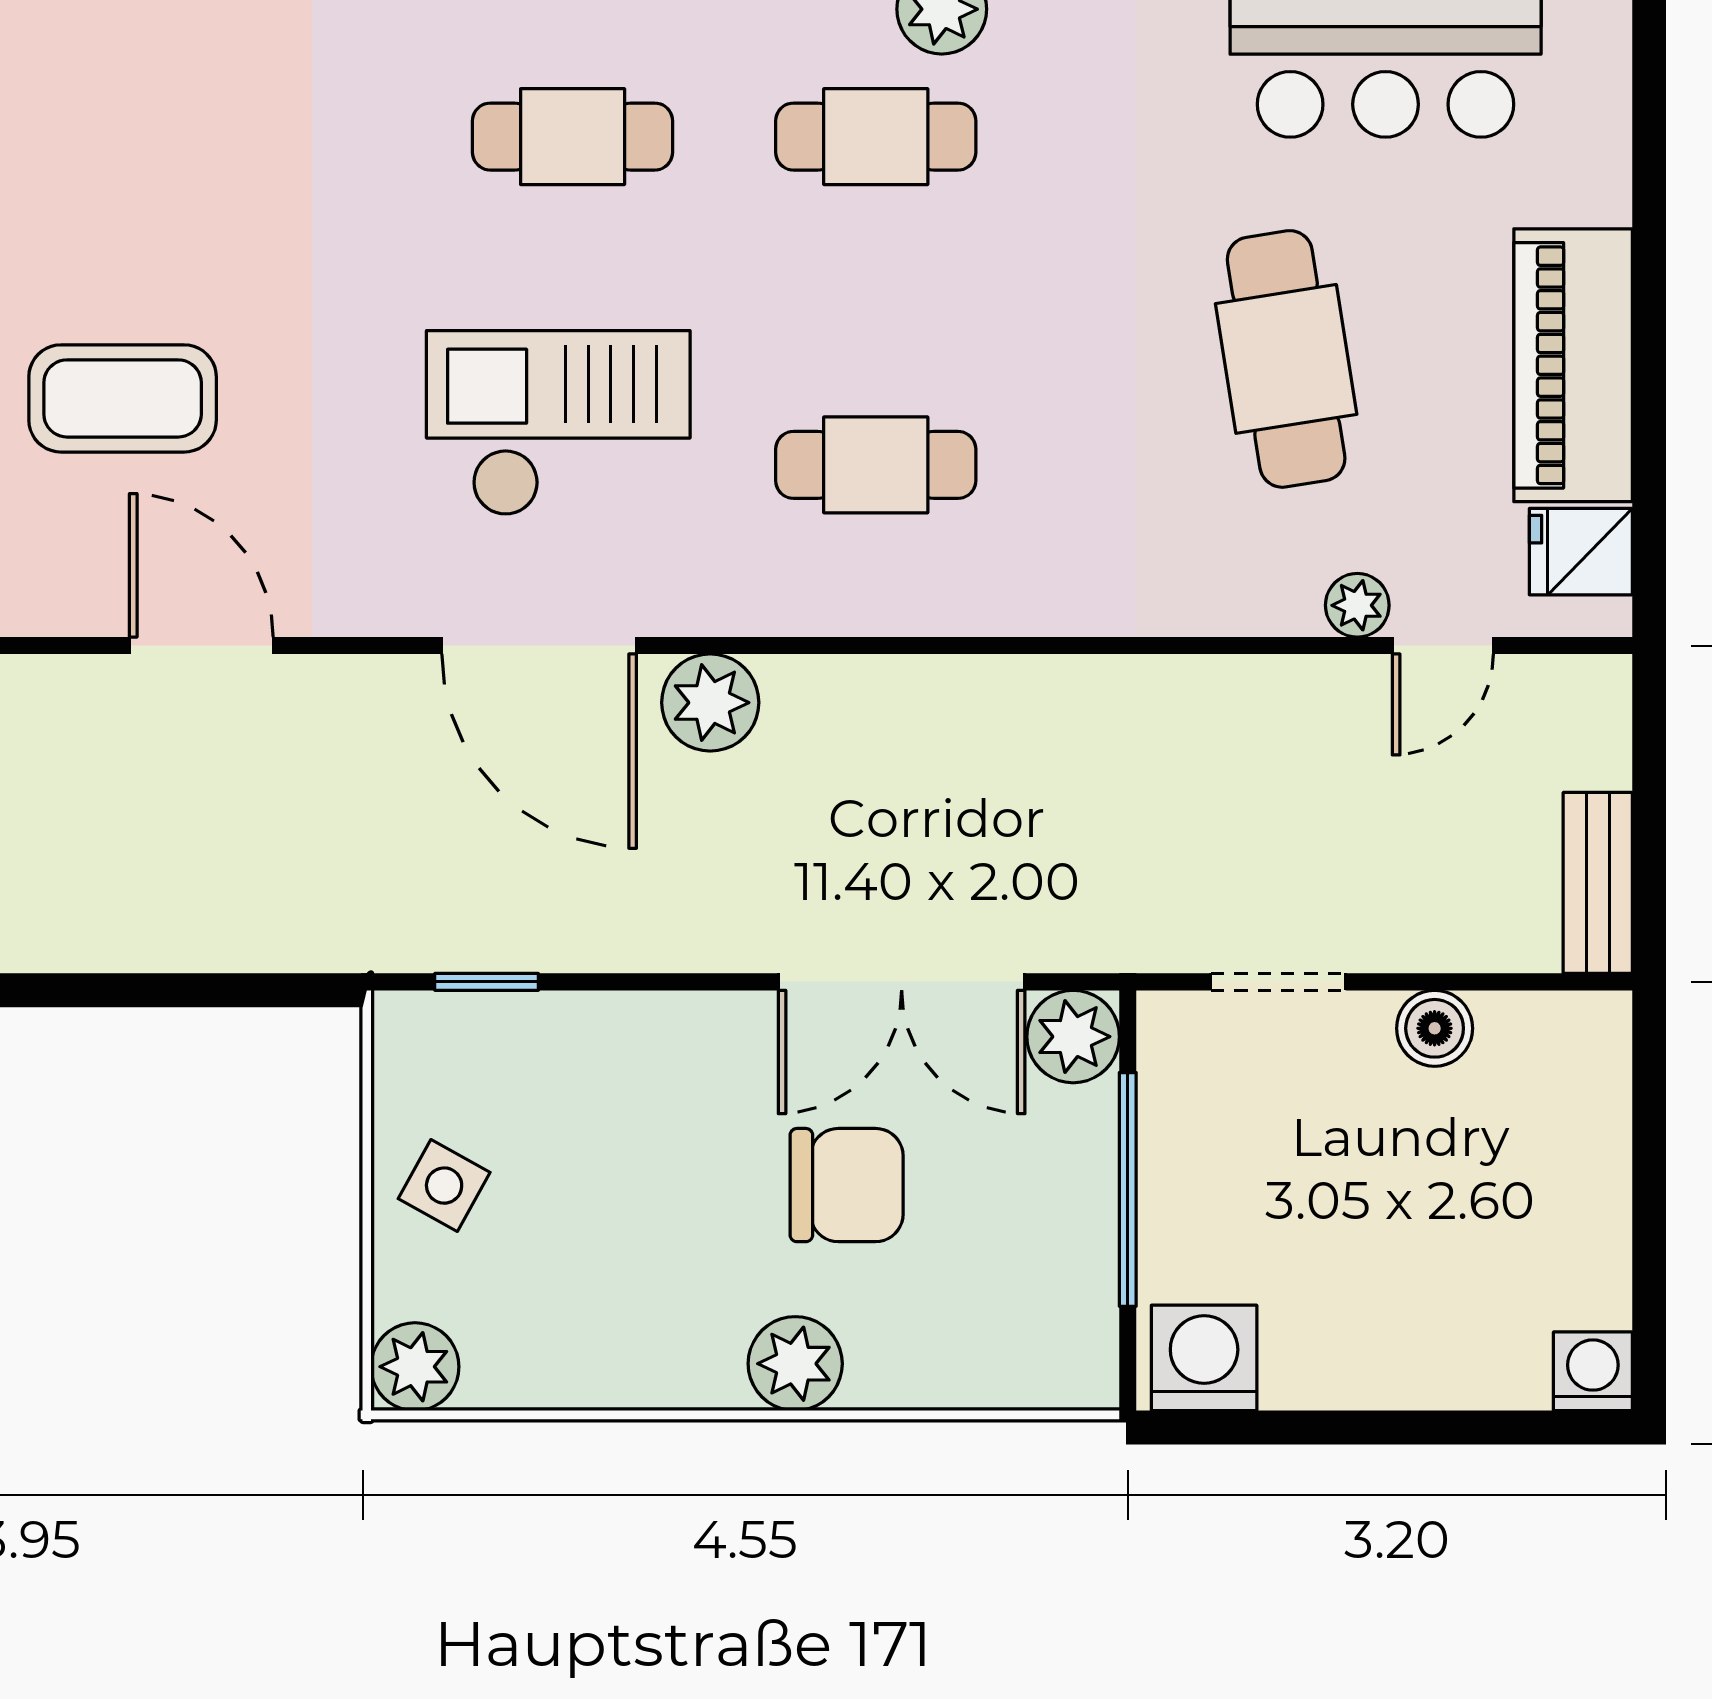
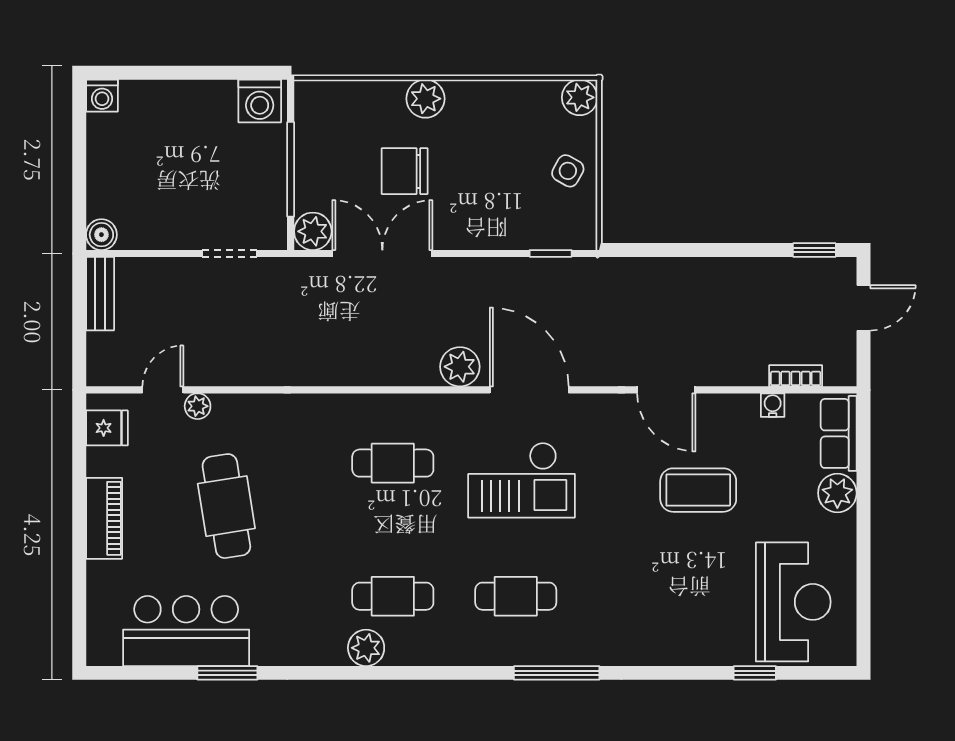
piano: (1573, 365) -> (104, 518), width x0.73, depth x0.75
boiler: (1435, 1028) -> (101, 235), moved

